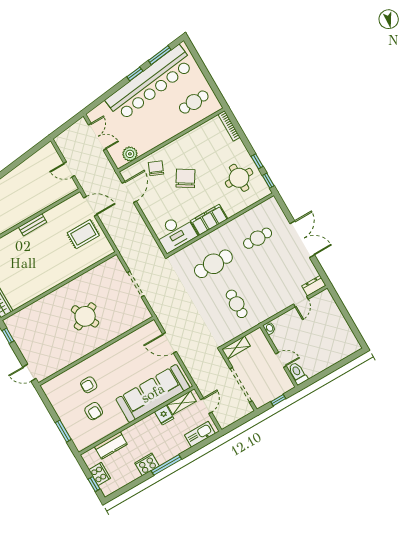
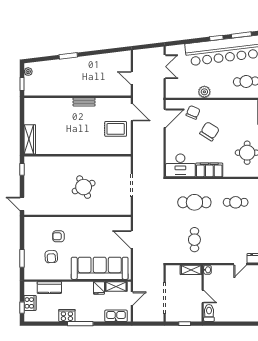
plant: (130, 154) -> (204, 92), moved
shelving: (236, 348) -> (191, 270), moved

